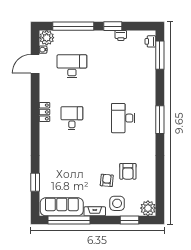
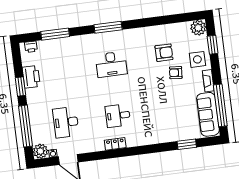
printer: (121, 35) -> (31, 77), width x1.87, depth x1.48
window: (160, 55) -> (55, 34), moved

